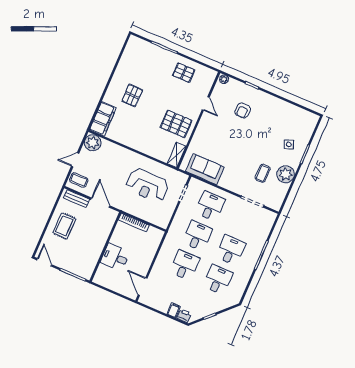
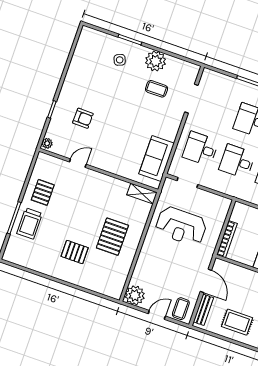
trolley: (159, 60) -> (30, 223), added
filing cabinet: (103, 119) -> (105, 285), removed
pallet: (176, 124) -> (112, 237), moved
door: (75, 160) -> (157, 315), swing flipped
reception desk: (147, 185) -> (181, 226), turned 90
door: (100, 203) -> (206, 281), swing flipped

